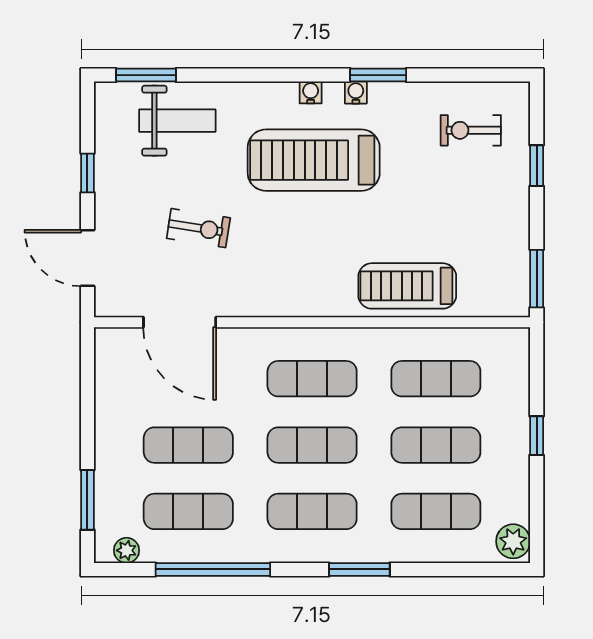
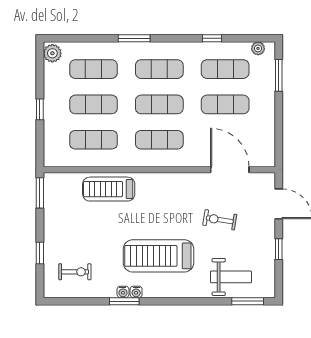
water cooler: (311, 92) -> (123, 292), moved
weight bench: (177, 121) -> (231, 277), turned 180
treadmill: (314, 160) -> (158, 256), turned 180
treadmill: (407, 286) -> (109, 189), turned 180
window: (213, 569) -> (212, 38), width x0.32

